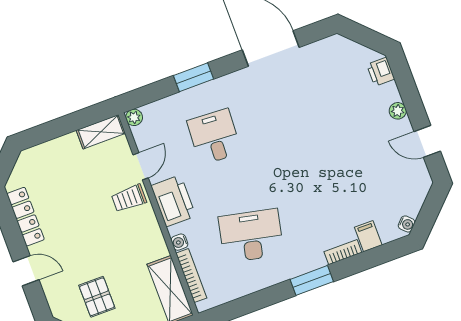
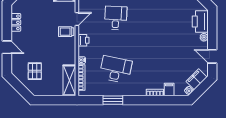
printer: (381, 72) -> (200, 22), width x1.87, depth x1.48
filing cabinet: (413, 197) -> (196, 79), added
printer: (173, 201) -> (83, 40), width x0.53, depth x0.68
locker: (25, 217) -> (16, 22), width x0.66
window: (312, 280) -> (113, 100), moved

